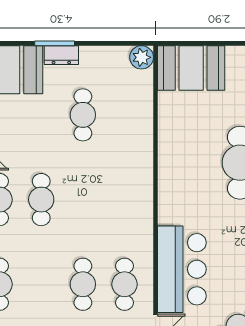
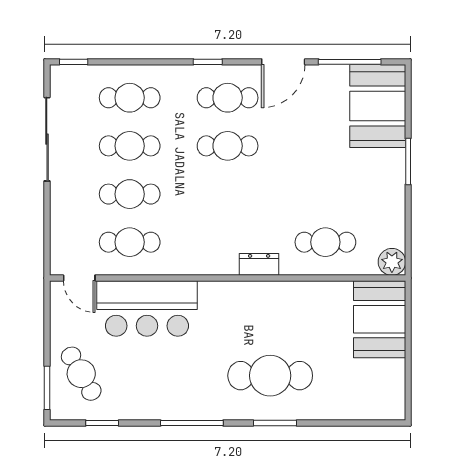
dresser: (61, 55) -> (259, 264), moved, turned 90
cafe table: (83, 115) -> (325, 242), moved
cafe table: (41, 284) -> (130, 146), added

